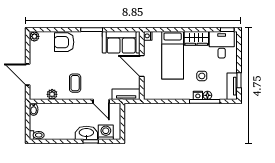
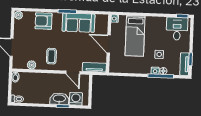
wardrobe: (196, 38) -> (156, 22), removed
sofa: (121, 42) -> (79, 23), moved

